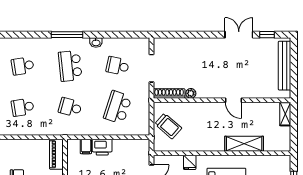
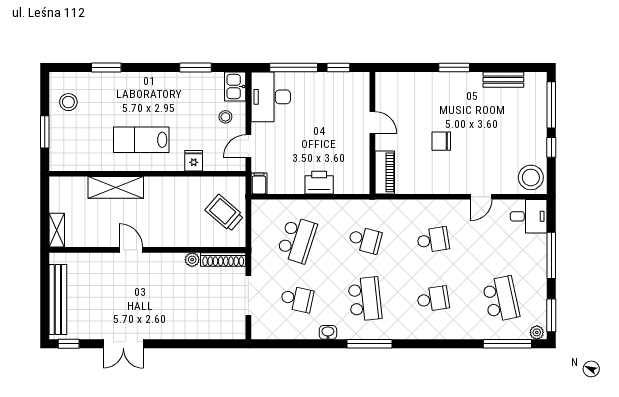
window: (267, 35) -> (69, 344), moved
filing cabinet: (86, 147) -> (259, 184), moved

